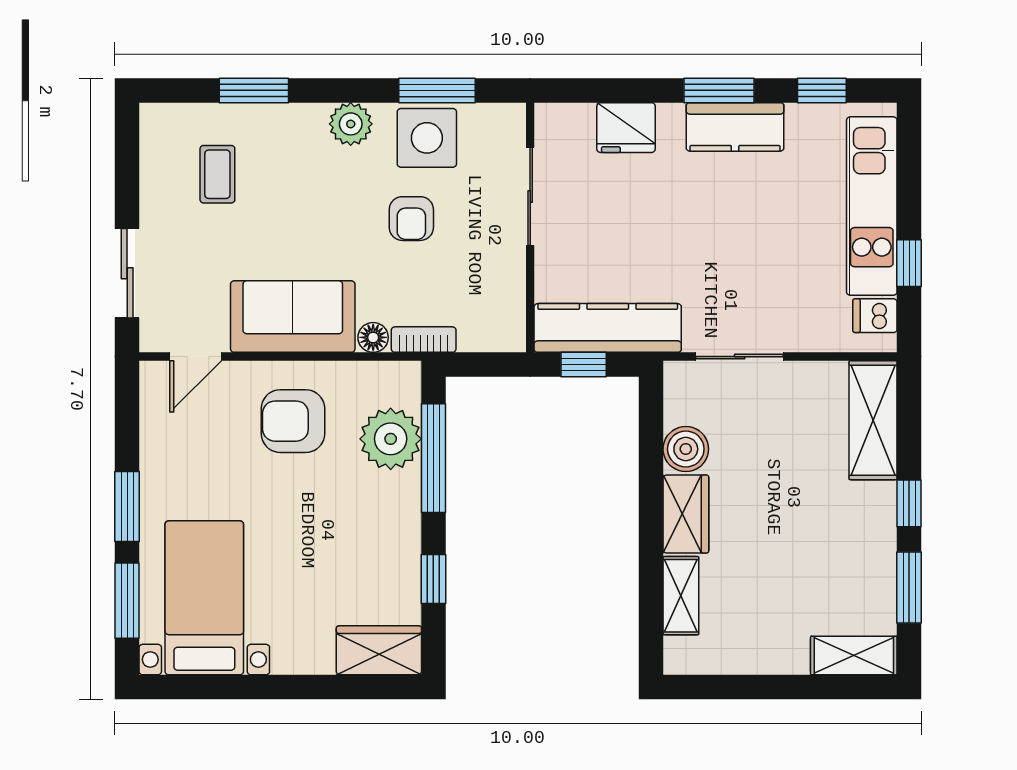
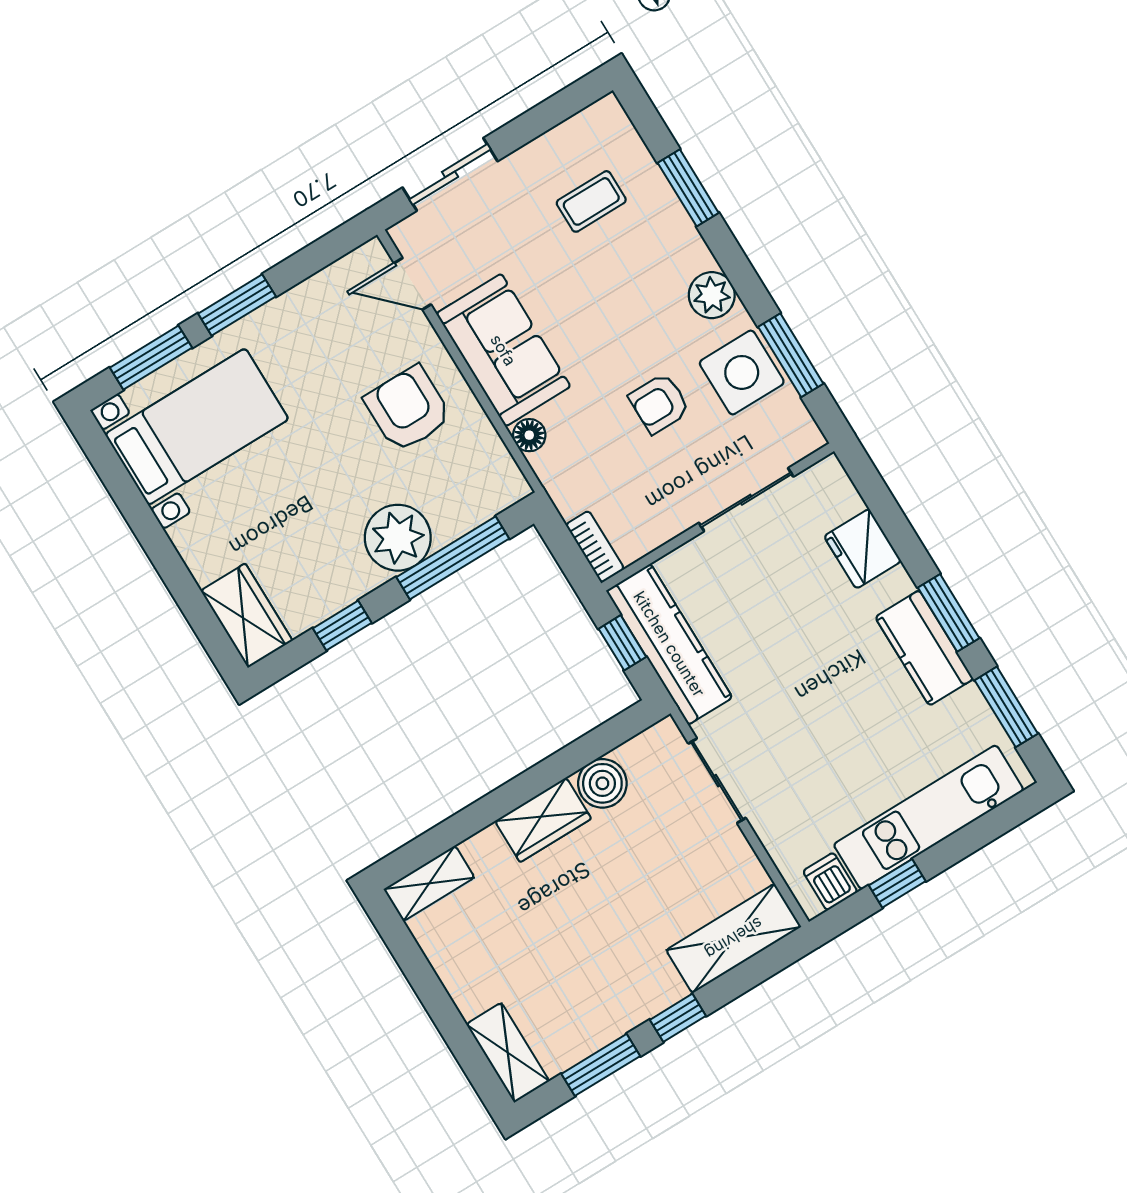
window: (822, 90) -> (1006, 707), width x1.50
bookcase: (424, 340) -> (595, 547), moved
plant: (391, 439) -> (398, 538), moved
shelving: (681, 596) -> (429, 883), moved

